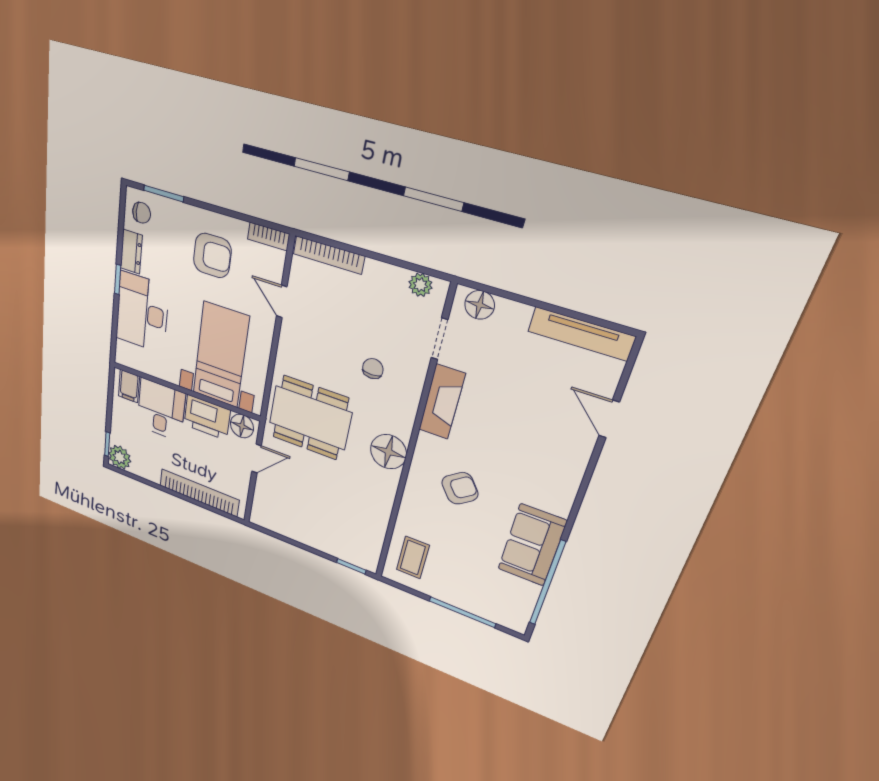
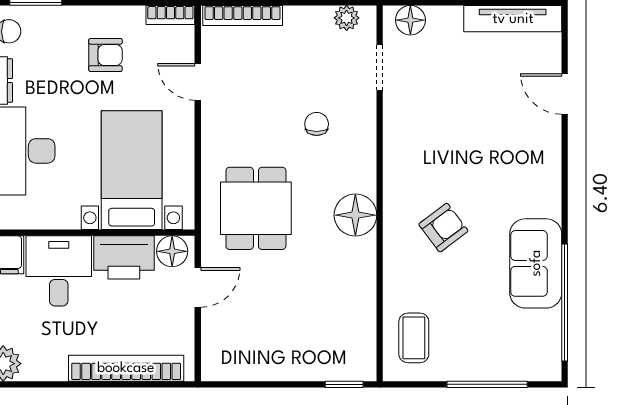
armchair: (212, 256) -> (105, 55), width x0.72, depth x0.72
fireplace: (442, 402) -> (399, 135), removed
dining table: (310, 418) -> (256, 208), width x0.73

